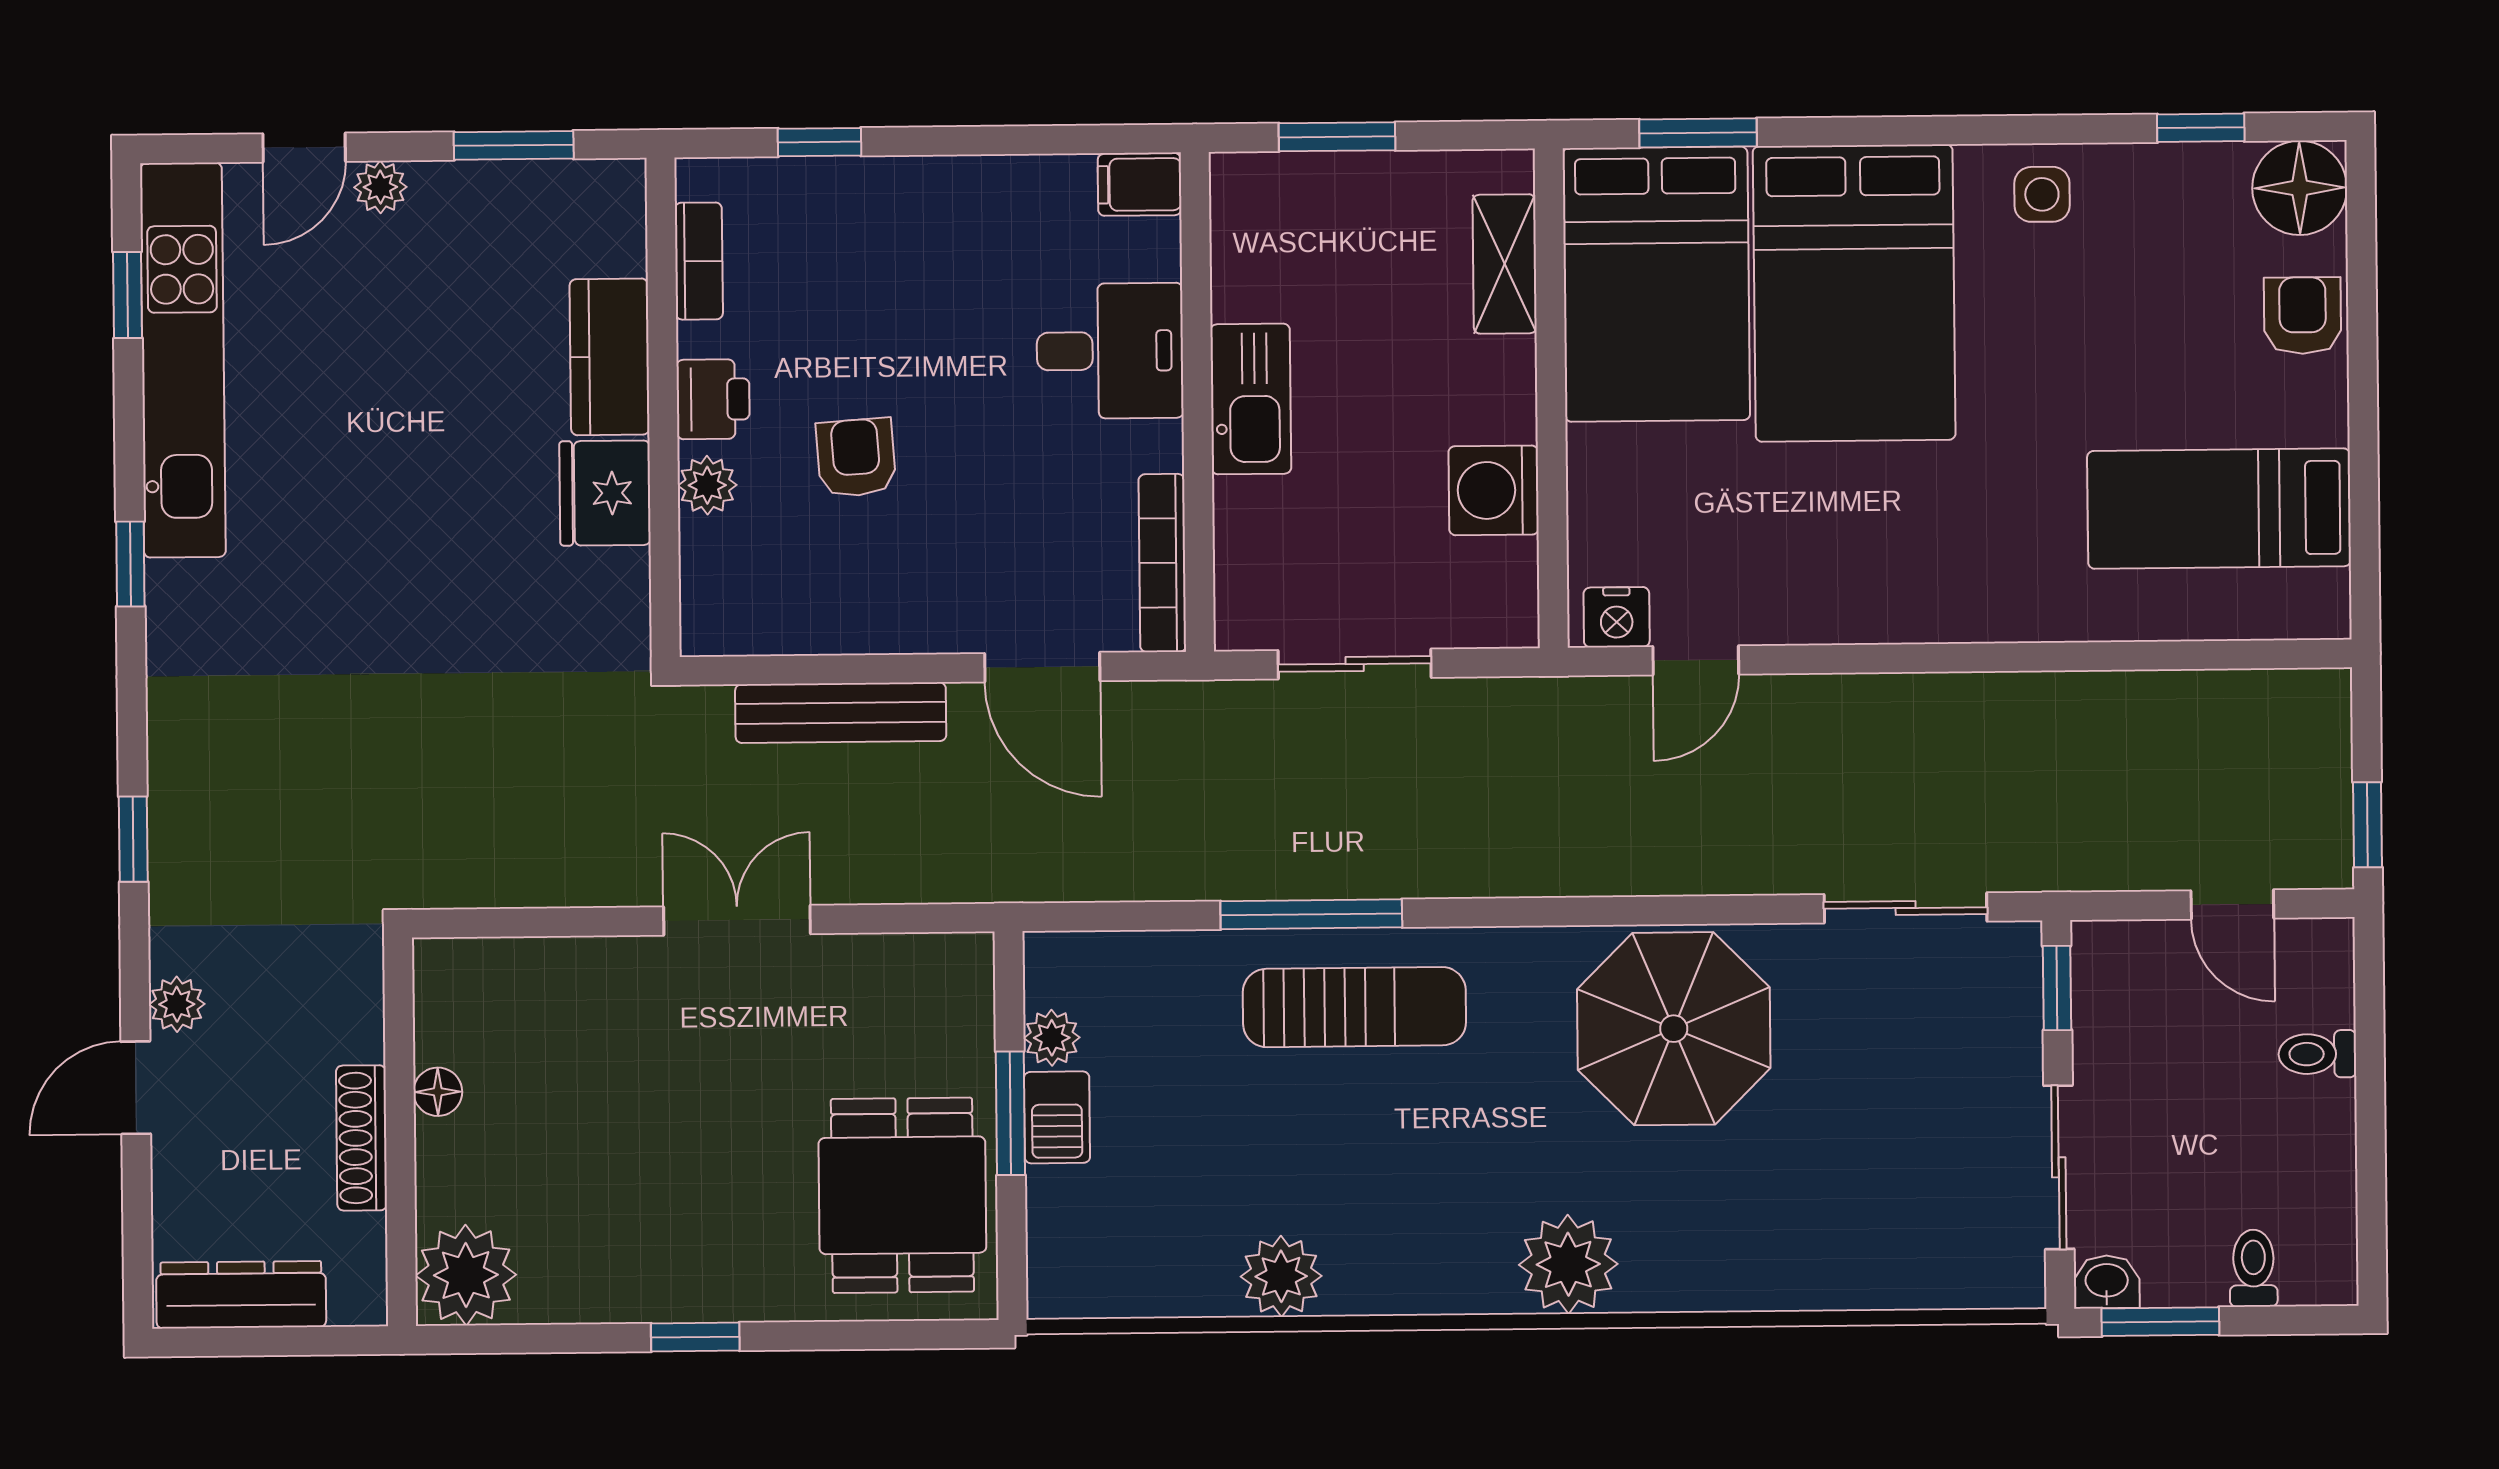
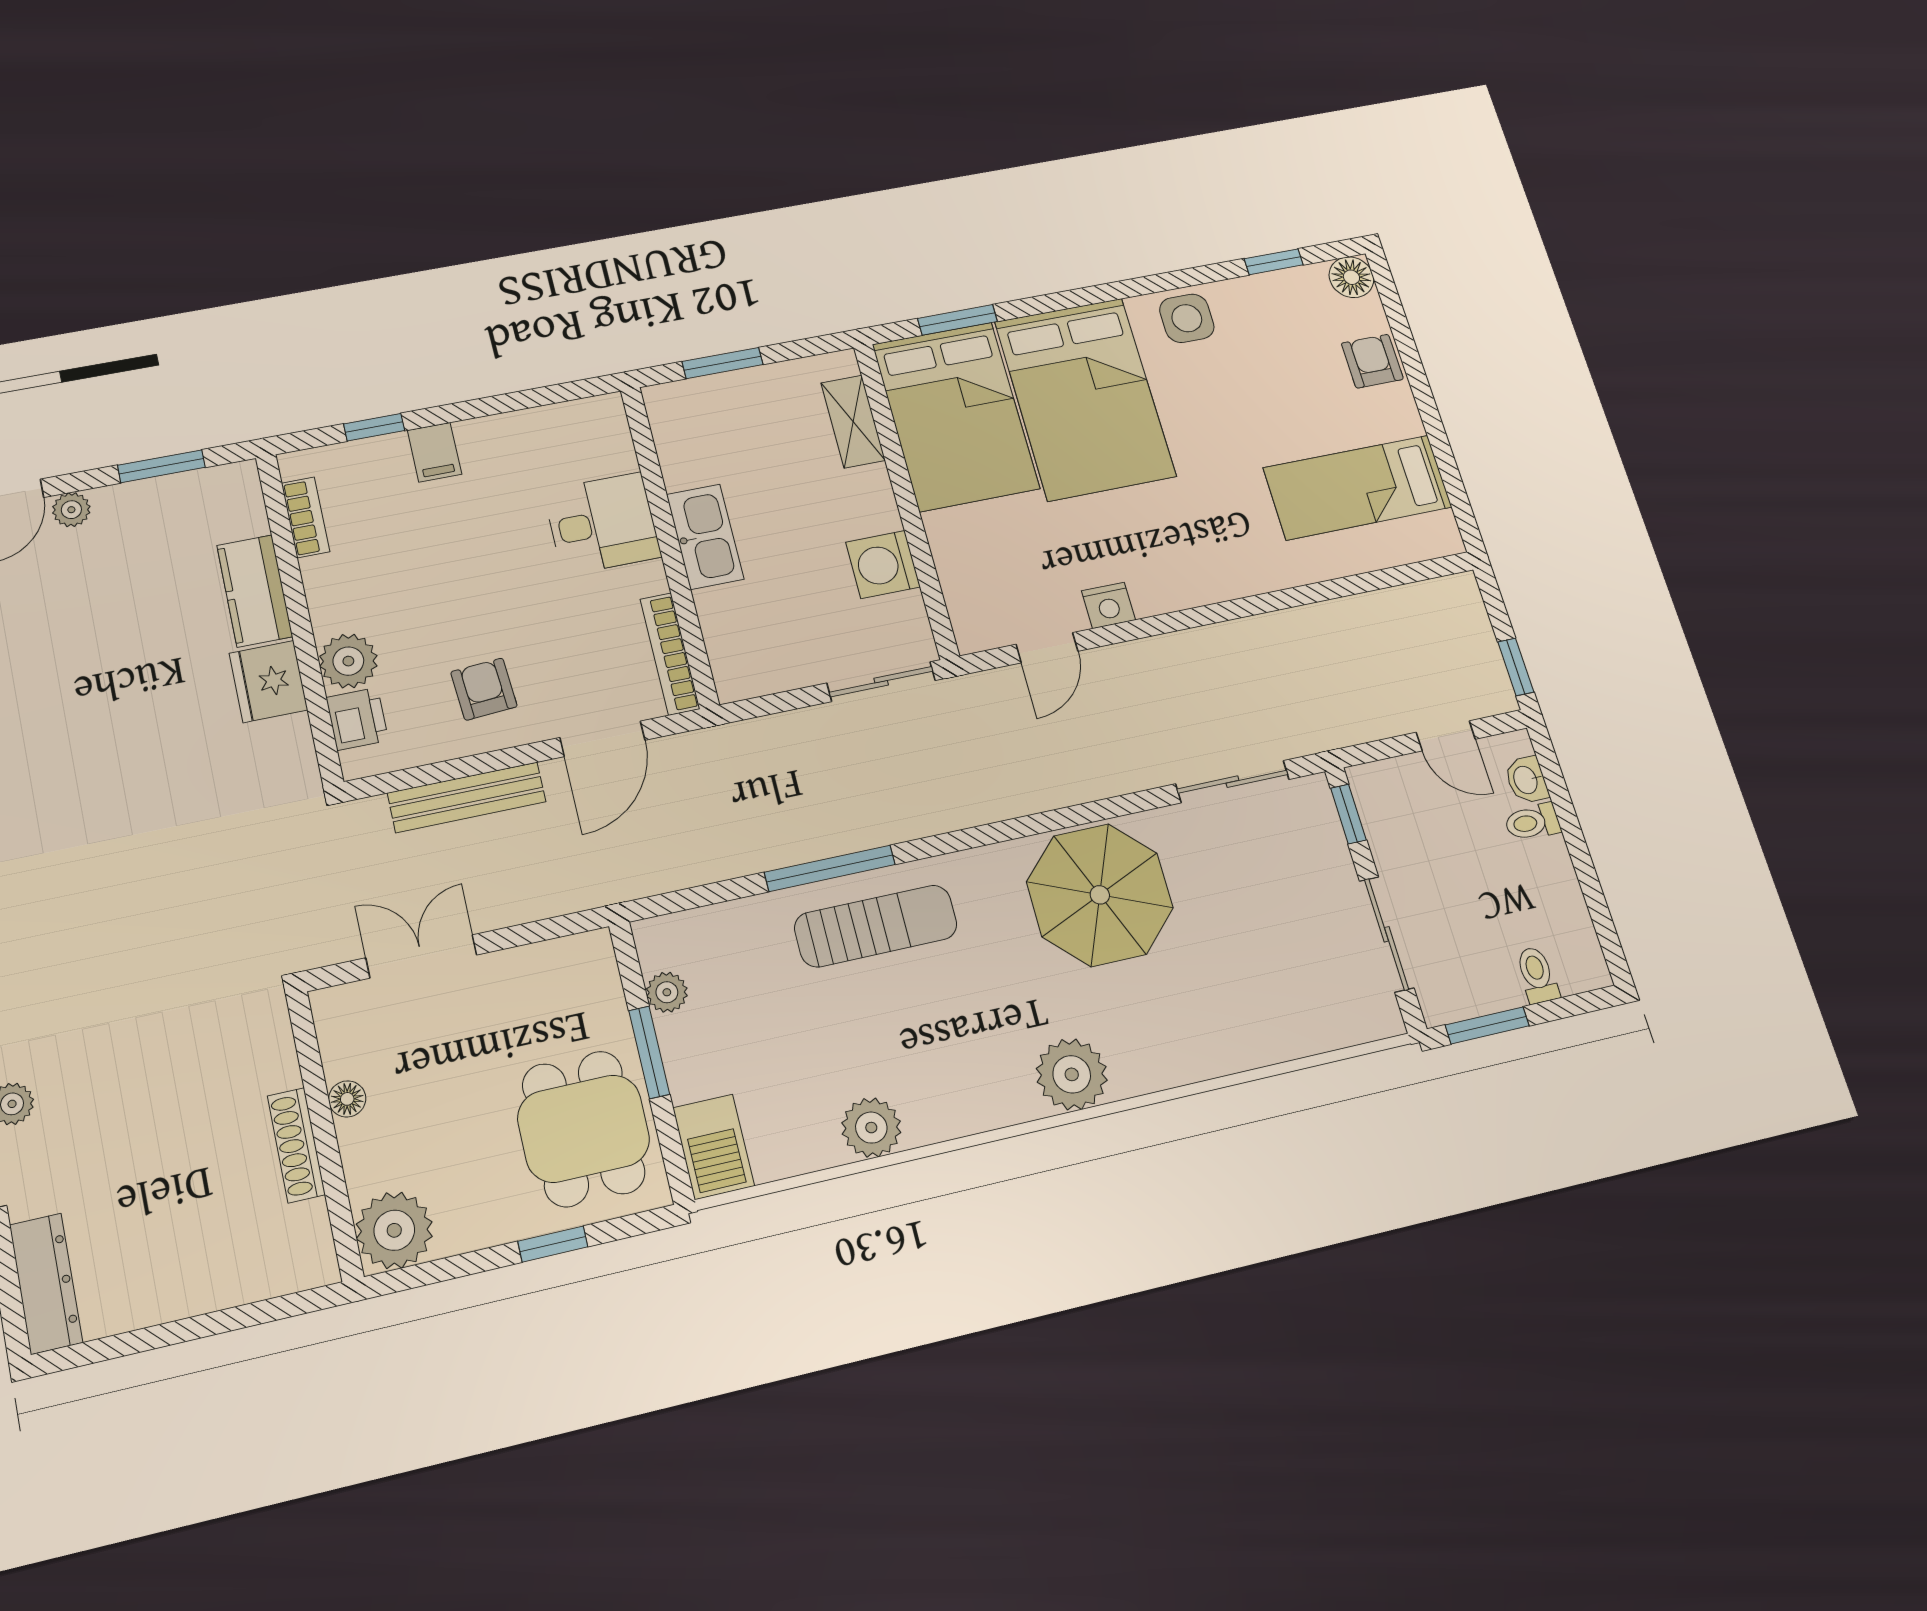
filing cabinet: (1140, 184) -> (435, 452), moved, turned -90
floor lamp: (2300, 188) -> (1351, 277), width x0.73, depth x0.73
side table: (2042, 194) -> (1187, 318), width x1.37, depth x1.37
printer: (713, 399) -> (357, 719), moved
armchair: (856, 458) -> (484, 689), moved
plant: (707, 485) -> (348, 661), width x1.38, depth x1.38
nightstand: (1617, 617) -> (1108, 605), moved
sliding door: (1355, 664) -> (881, 682), moved
door: (1042, 667) -> (602, 739), hinge flipped
floor lamp: (438, 1092) -> (347, 1099), moved
barbecue: (1057, 1117) -> (714, 1147), moved, width x1.38, depth x1.27
wall: (400, 1132) -> (324, 1134), moved
shoe rack: (361, 1138) -> (296, 1145), moved
plant: (466, 1275) -> (394, 1230), moved
washbasin: (2107, 1282) -> (1526, 780), moved, turned -90
dresser: (241, 1295) -> (46, 1283), moved, turned 90
window: (695, 1337) -> (553, 1244), moved

